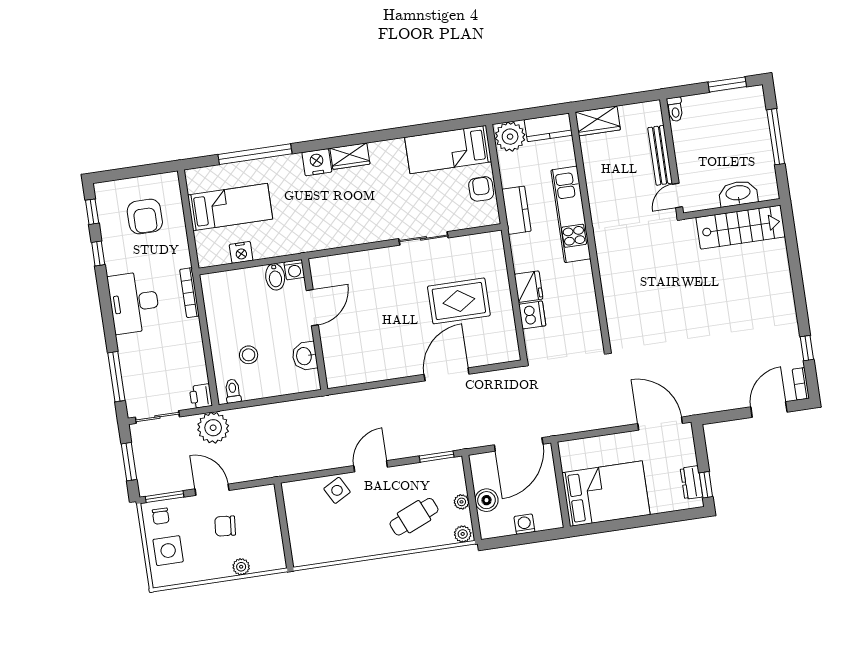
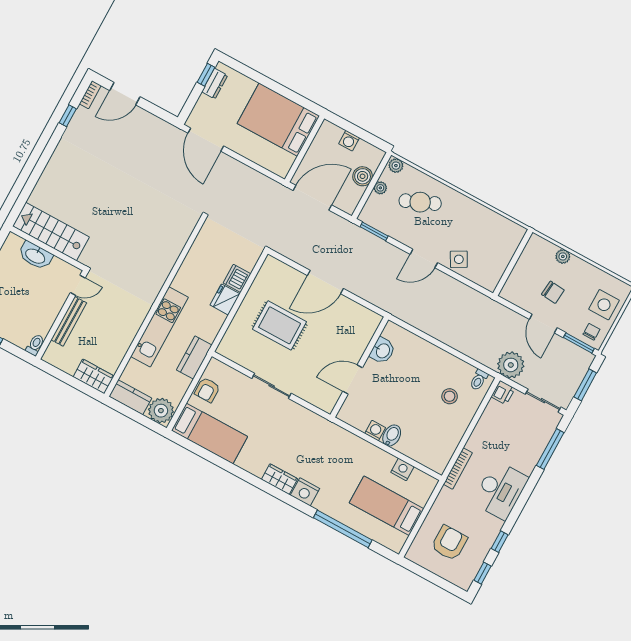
door: (312, 308) -> (353, 380), moved
wall: (315, 324) -> (359, 367), moved
washbasin: (305, 356) -> (382, 351), moved

